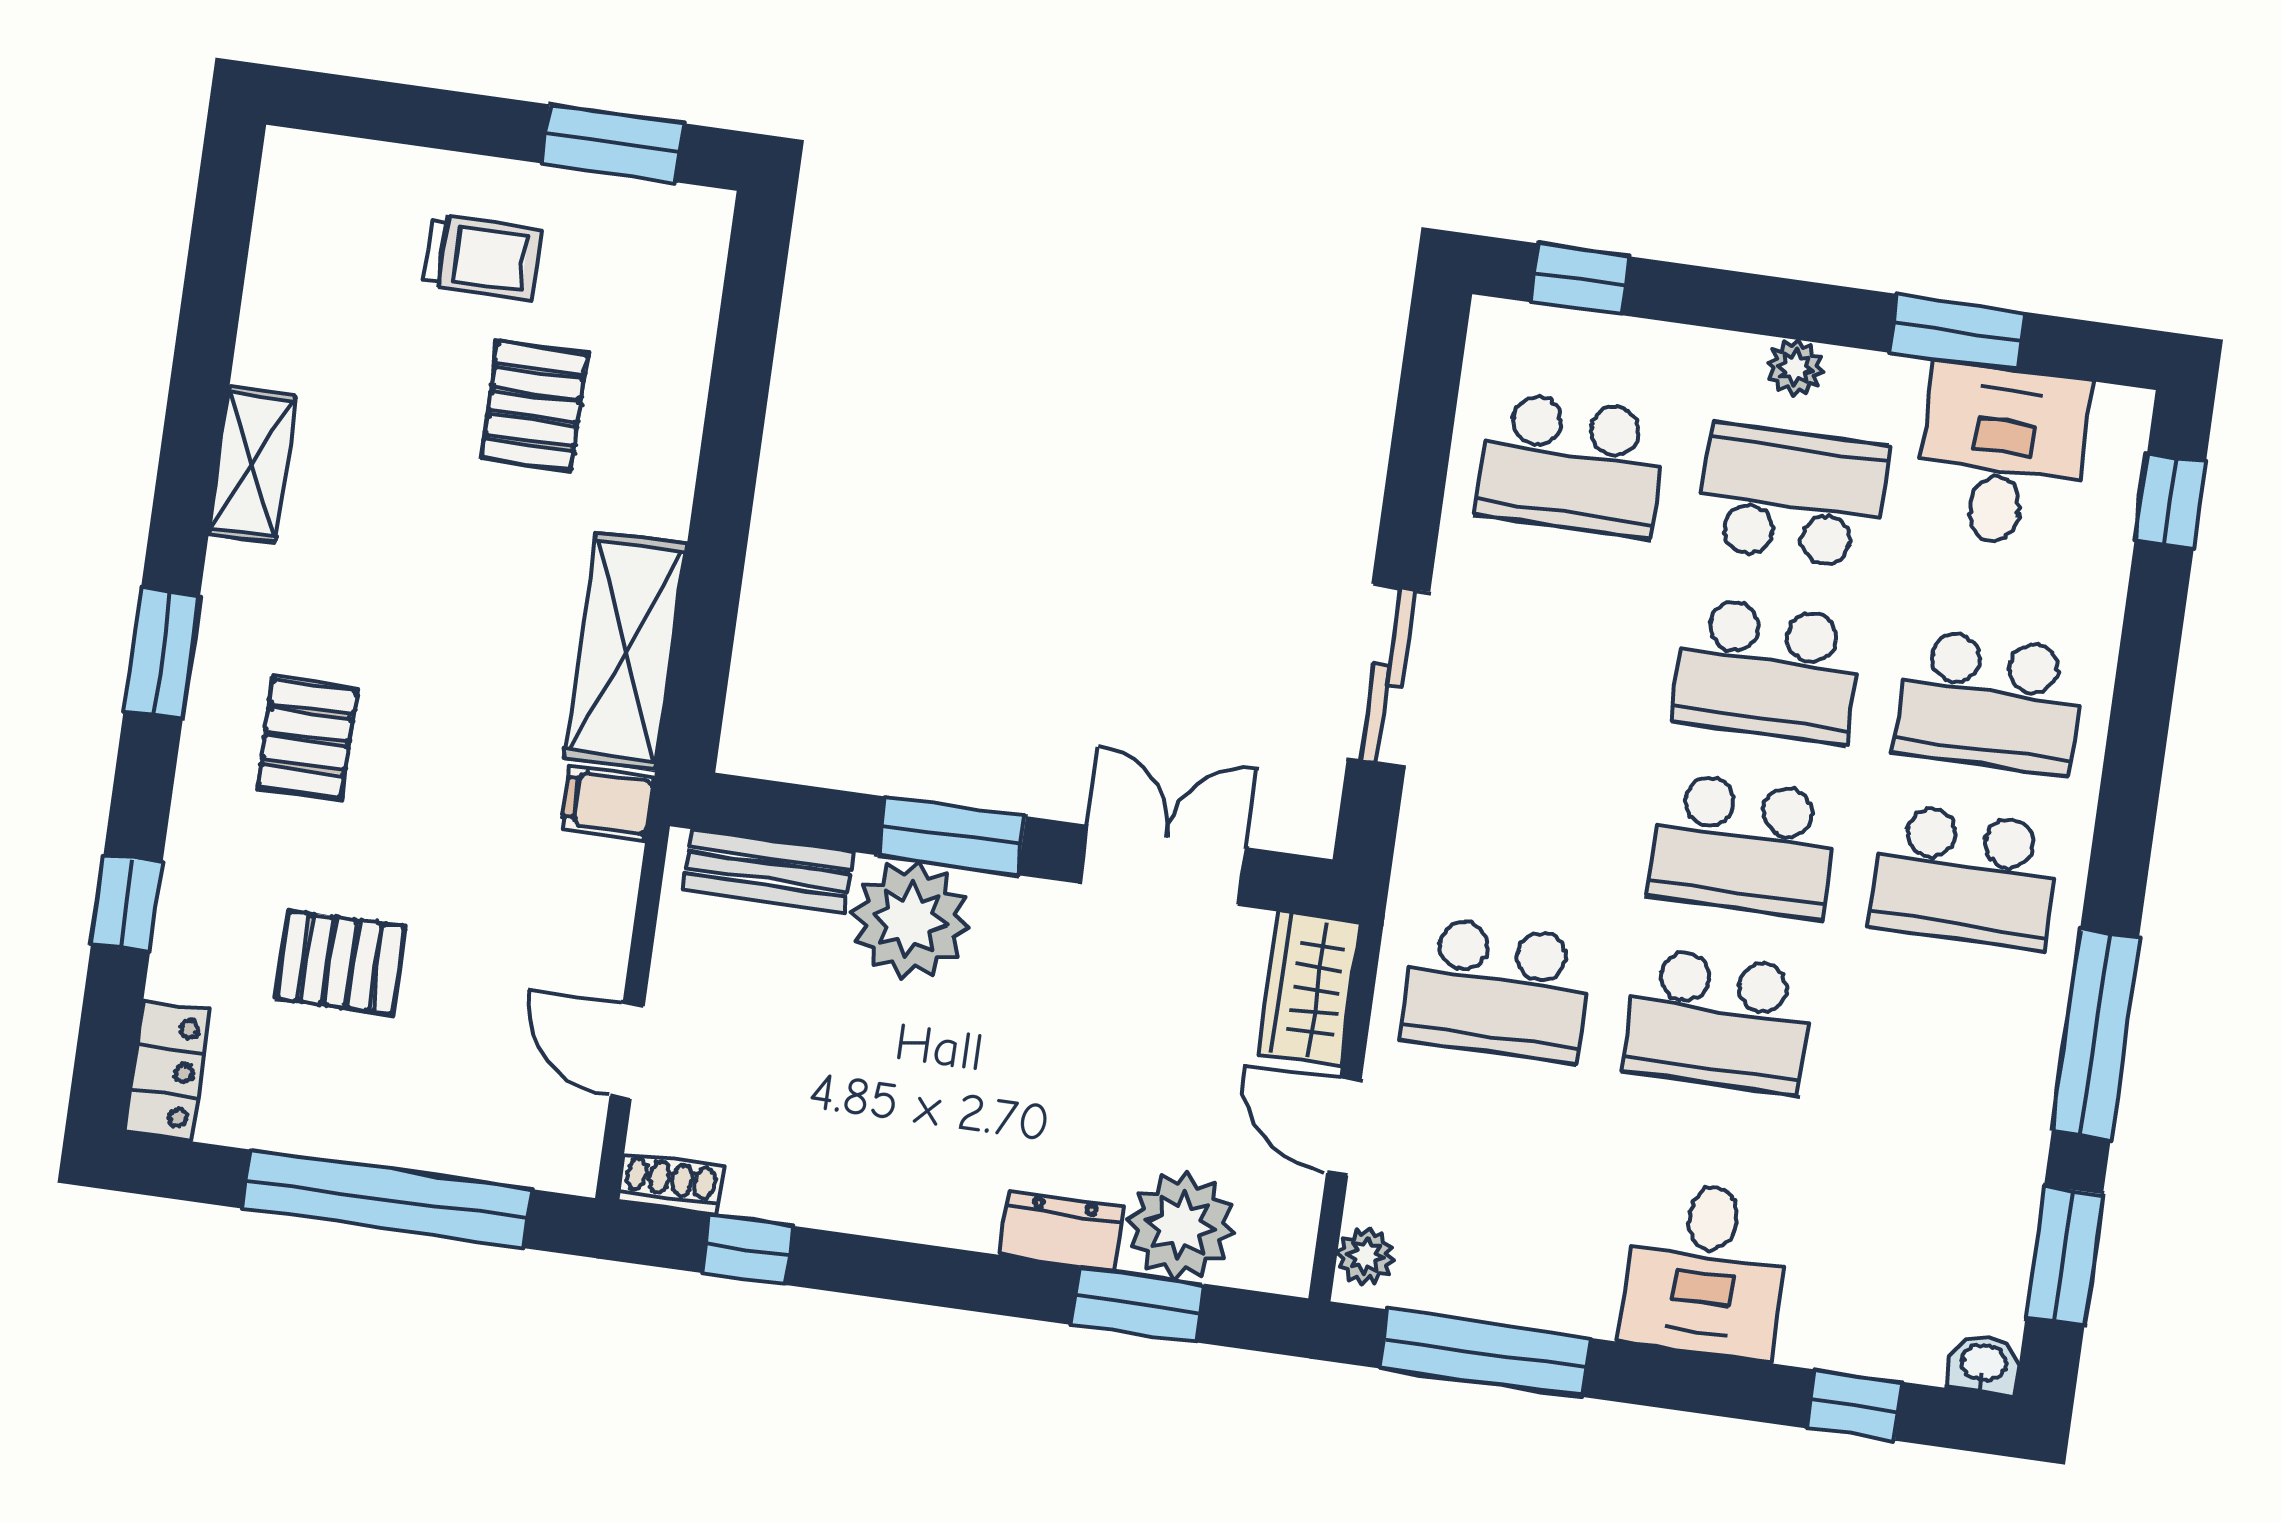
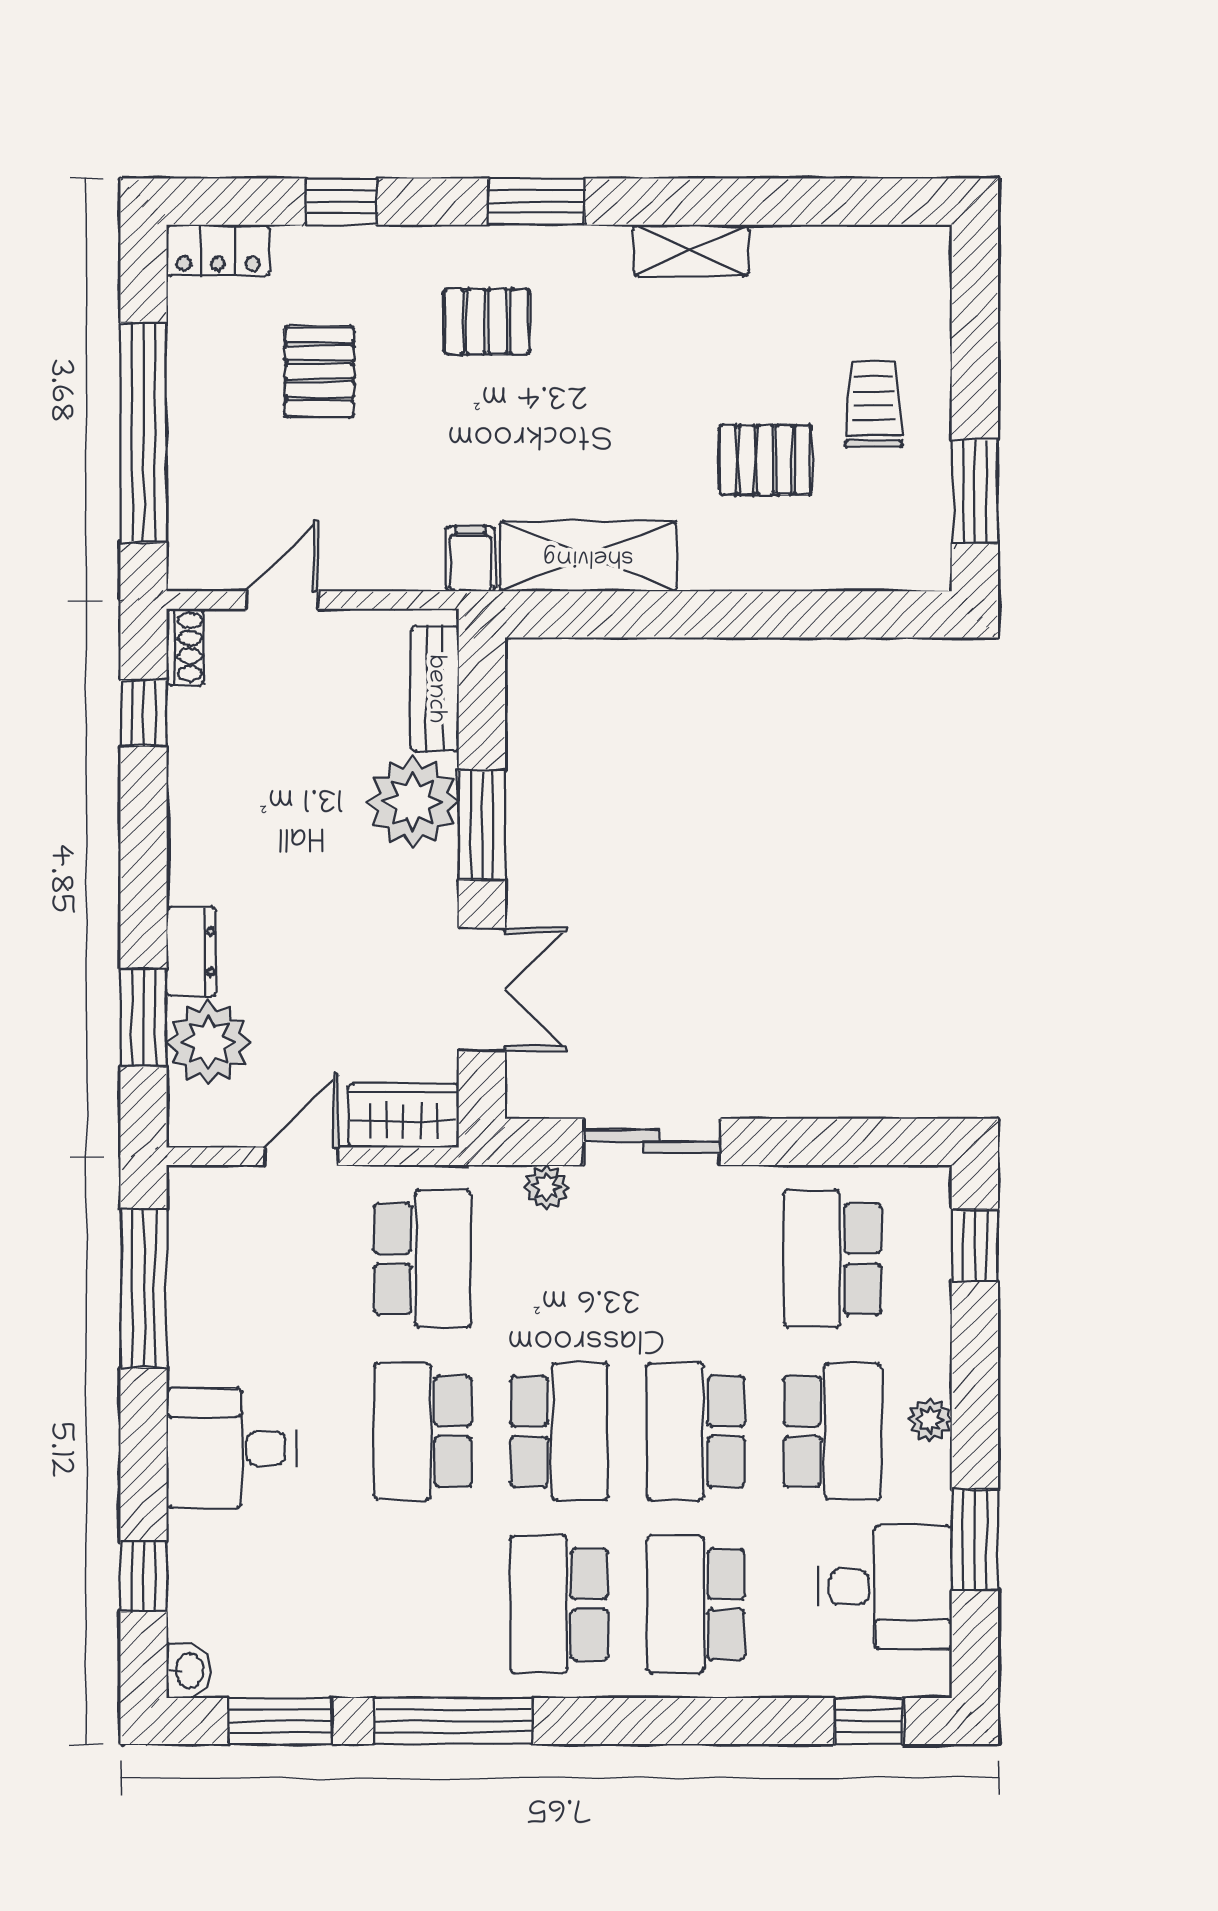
trolley: (483, 257) -> (874, 404), turned 180
school desk: (1743, 846) -> (559, 1431), turned 180
school desk: (1497, 990) -> (423, 1259), turned 180
plant: (1366, 1256) -> (547, 1187), moved

